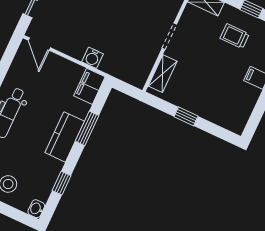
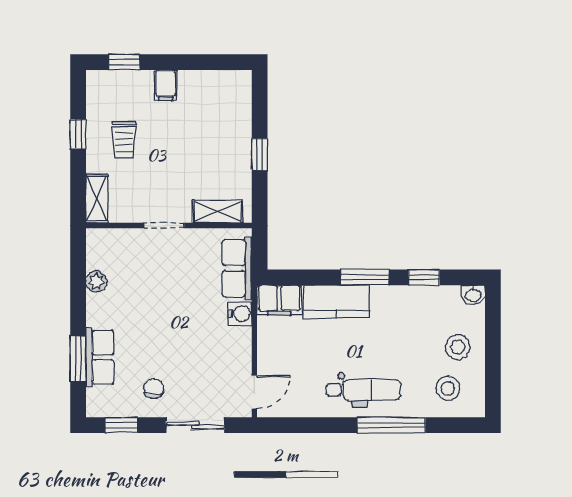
row of seats: (122, 69) -> (237, 268), added
window: (87, 128) -> (365, 277), moved
kitchen counter: (65, 137) -> (337, 302), moved

